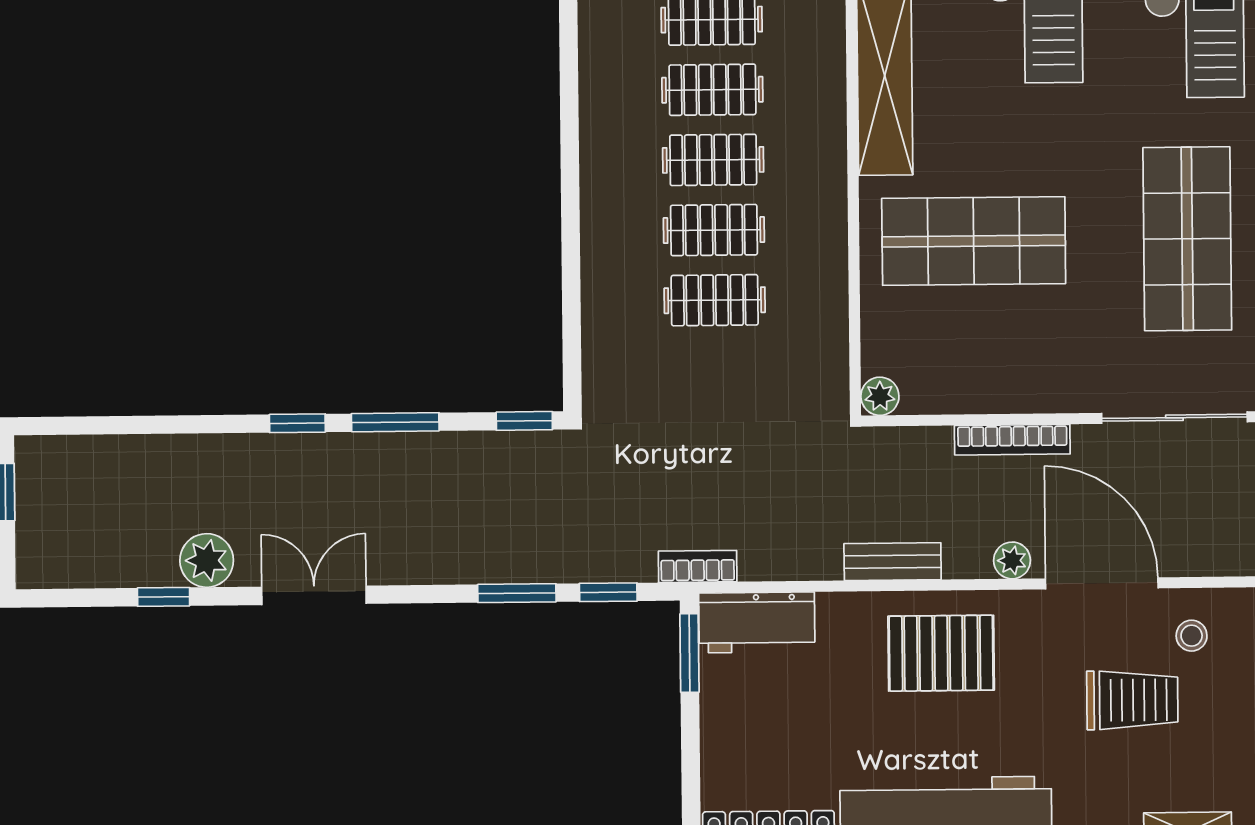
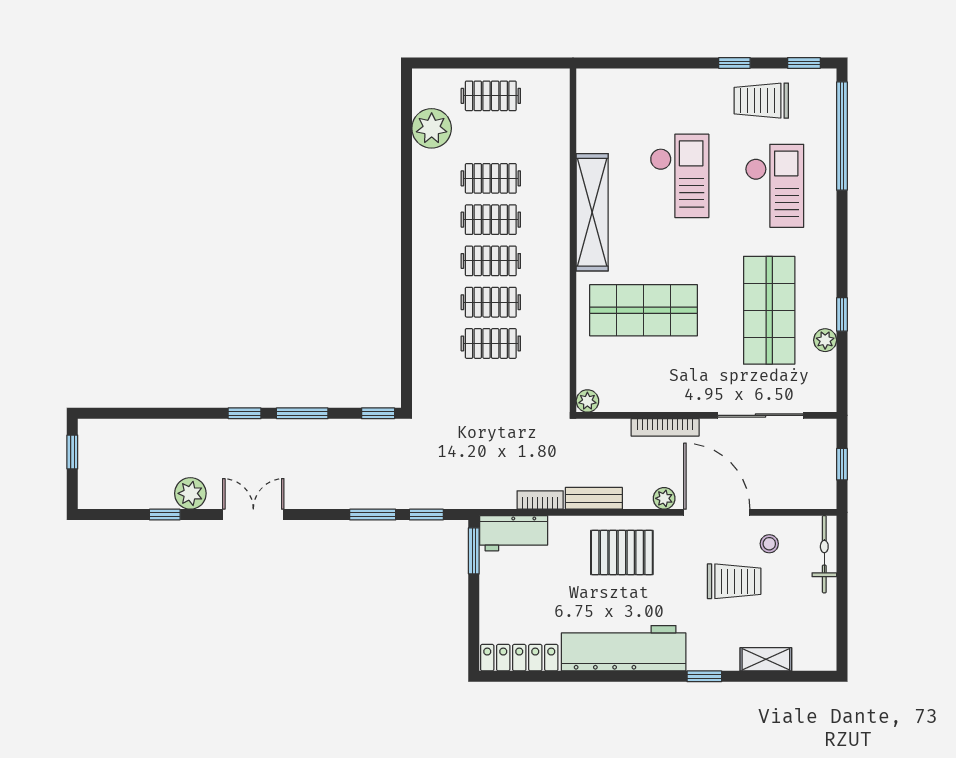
bookcase: (698, 566) -> (540, 500), moved

